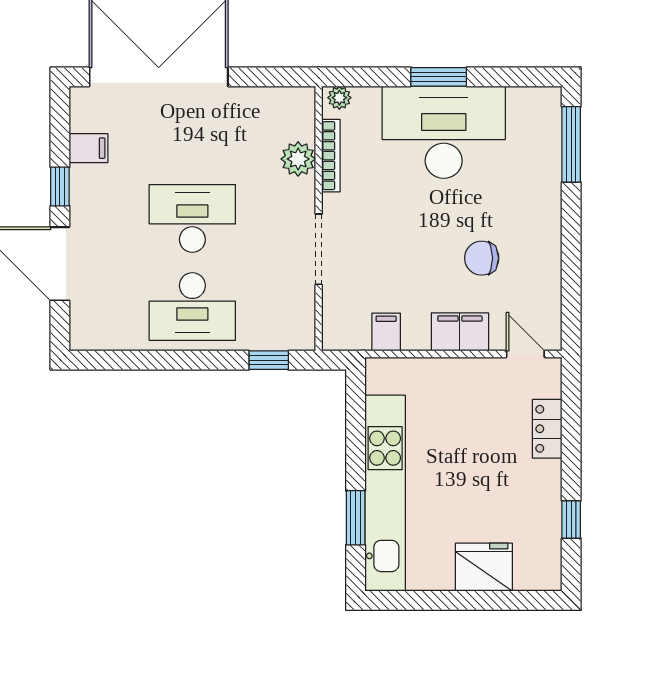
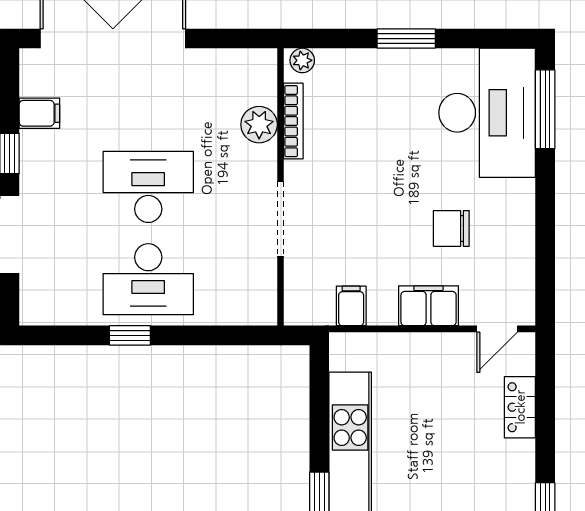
desk: (444, 132) -> (487, 113), moved, turned 90
door: (525, 354) -> (497, 329), swing flipped
window: (269, 360) -> (130, 335), moved

